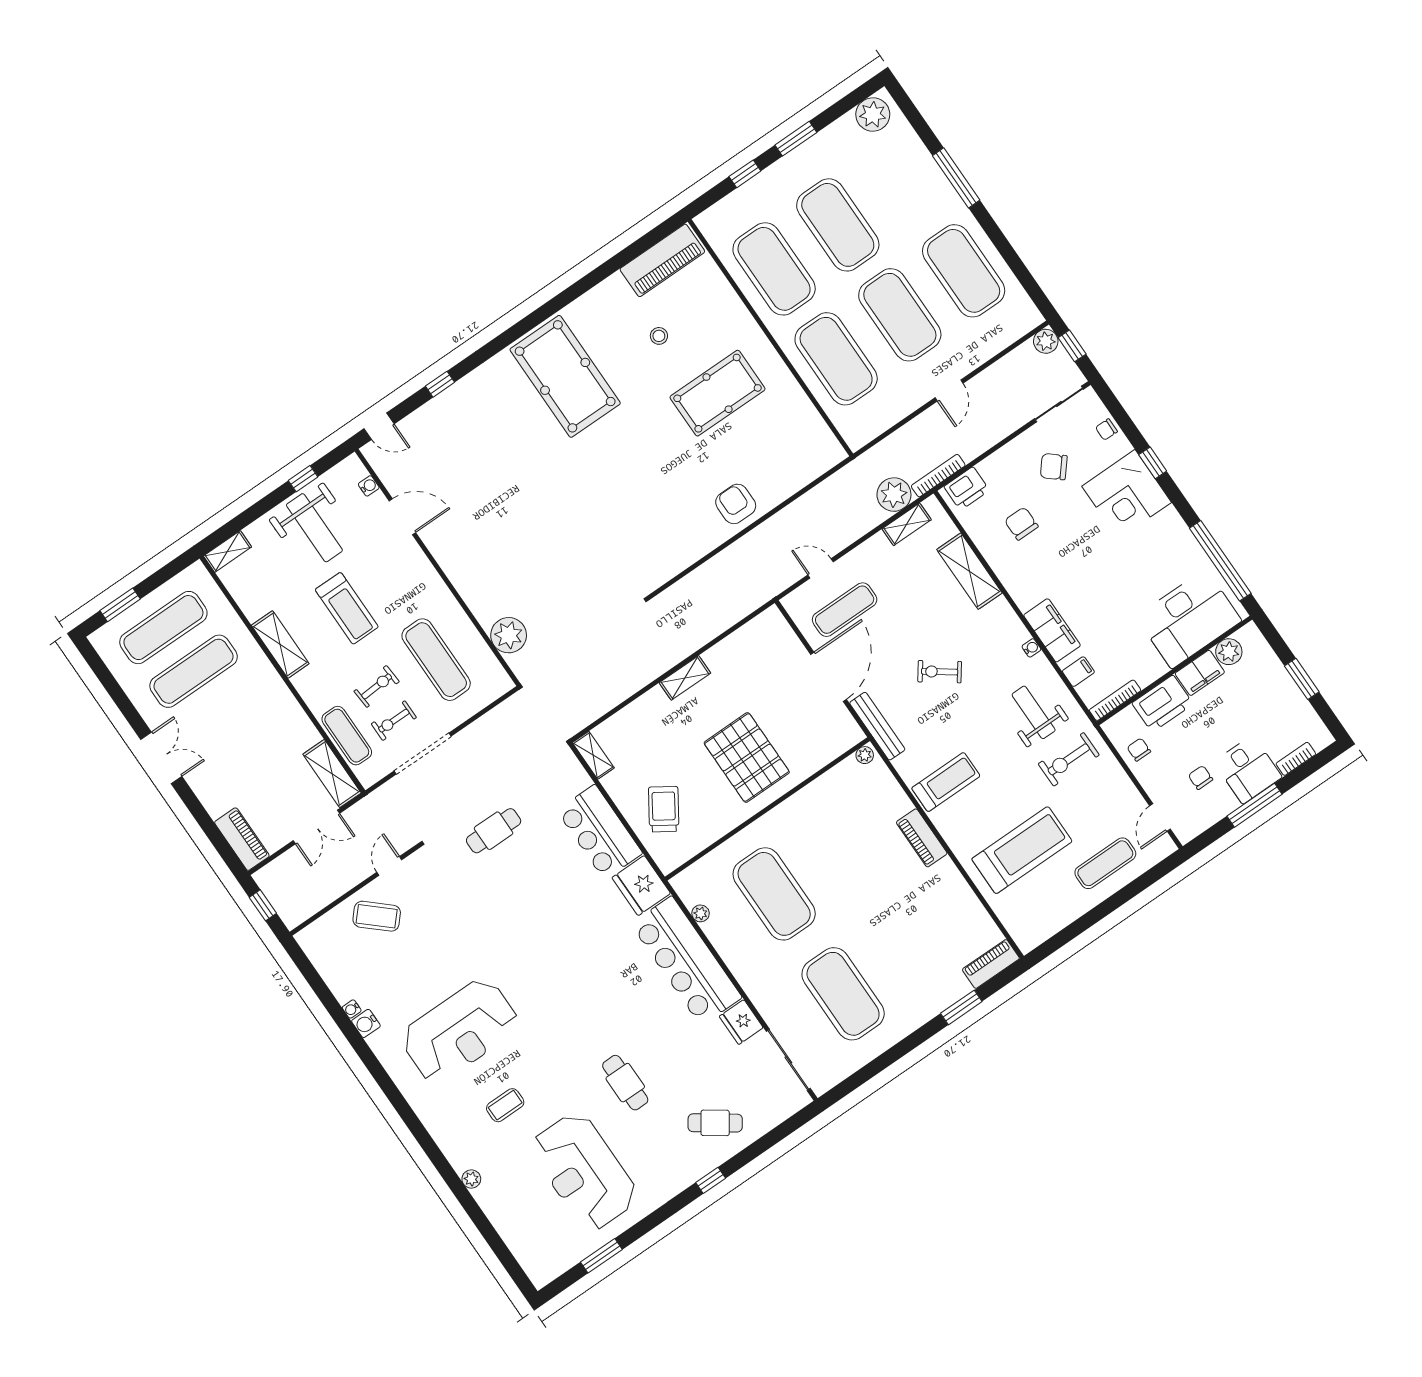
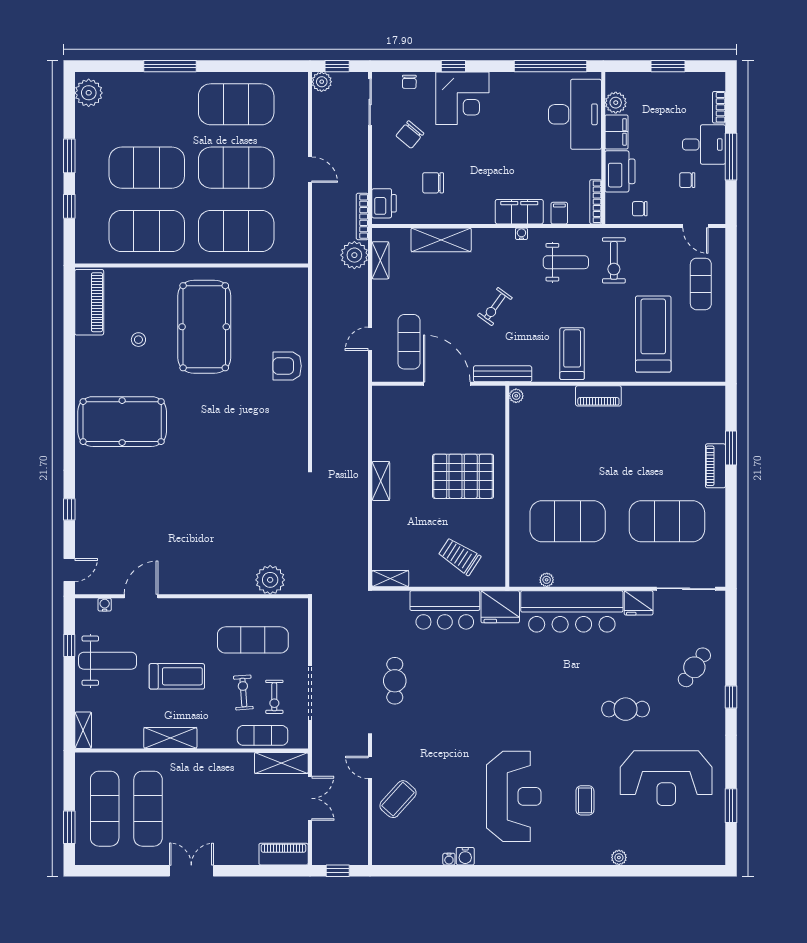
pool table: (718, 393) -> (204, 327), width x1.36, depth x1.32
weight bench: (1034, 712) -> (566, 262), turned 180
piano: (991, 964) -> (715, 466), moved

